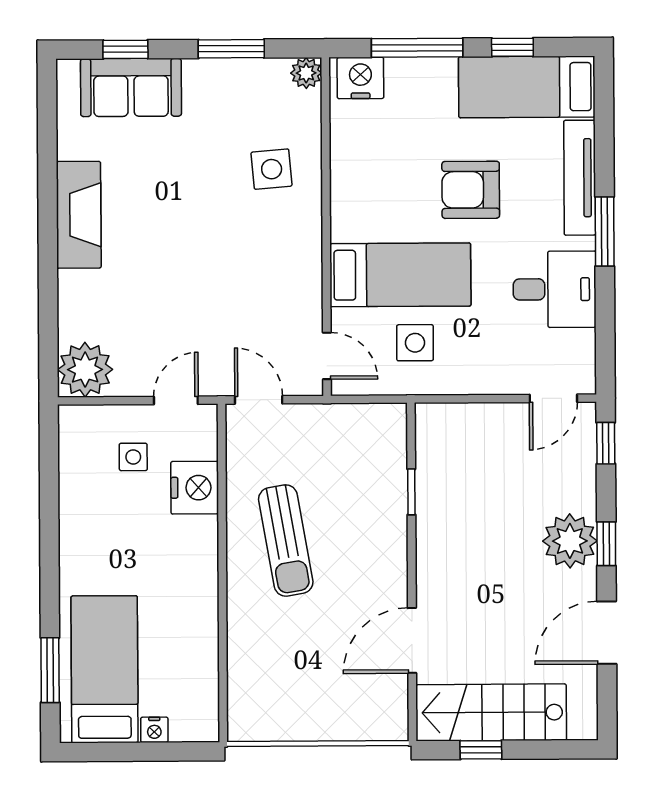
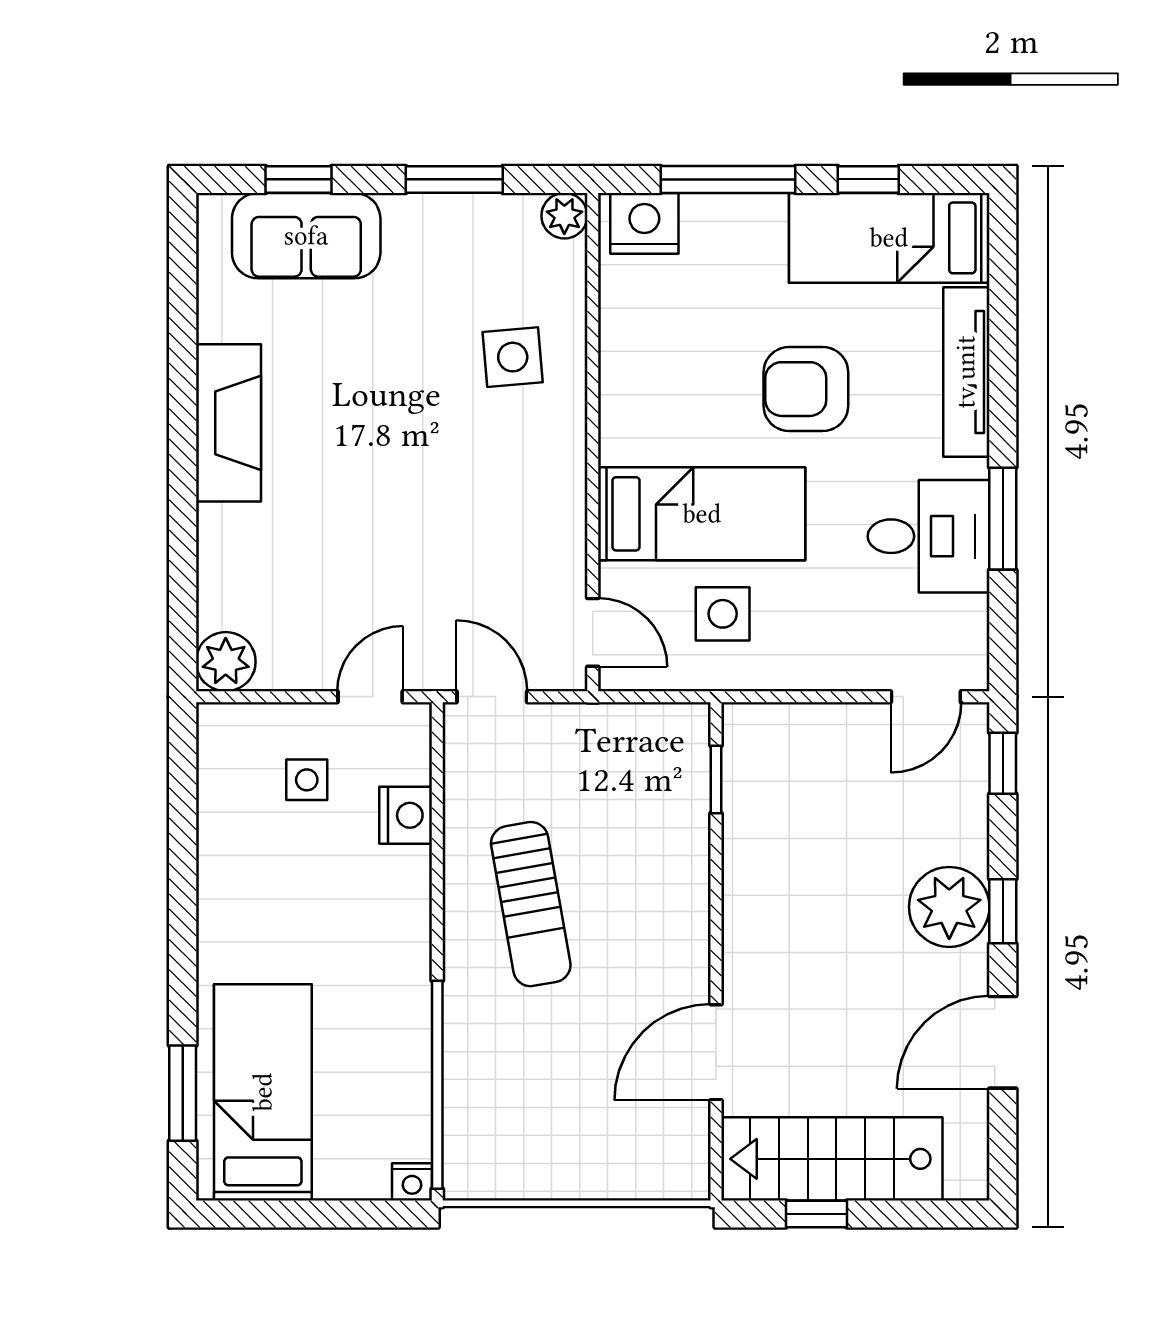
window: (605, 231) -> (1003, 519), moved
plant: (85, 370) -> (226, 662), width x0.73, depth x0.73
nightstand: (195, 488) -> (406, 815), width x0.74, depth x0.75
window: (411, 492) -> (716, 780), moved
window: (223, 663) -> (437, 1085), added
nightstand: (154, 730) -> (412, 1182), moved

